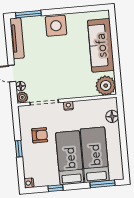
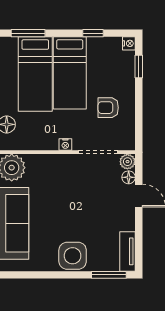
tv unit: (17, 38) -> (128, 251), width x0.71
window: (19, 149) -> (139, 66), moved

